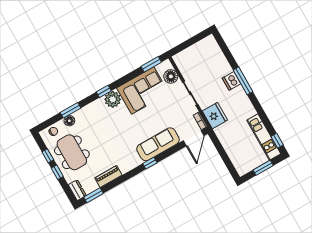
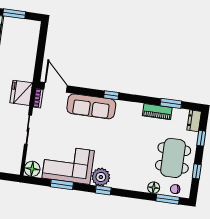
window: (151, 64) -> (62, 184), moved
floor lamp: (171, 76) -> (32, 169), moved
window: (70, 110) -> (168, 199), moved
door: (194, 138) -> (56, 87), hinge flipped
window: (57, 172) -> (201, 138), moved
window: (94, 195) -> (171, 103), moved

